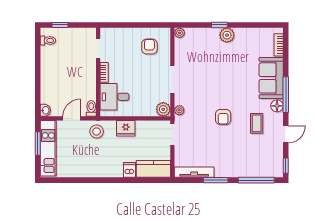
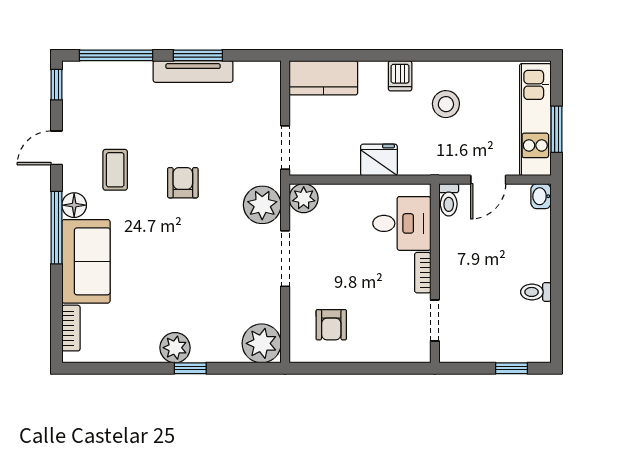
plant: (180, 33) -> (262, 343), width x1.88, depth x1.88
toilet: (48, 40) -> (536, 292), moved
plant: (179, 110) -> (262, 205), width x1.88, depth x1.88
stool: (97, 132) -> (446, 104), moved
dishwasher: (129, 170) -> (400, 76), moved
tv unit: (194, 172) -> (193, 72), moved

